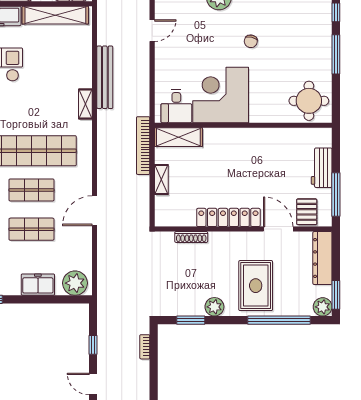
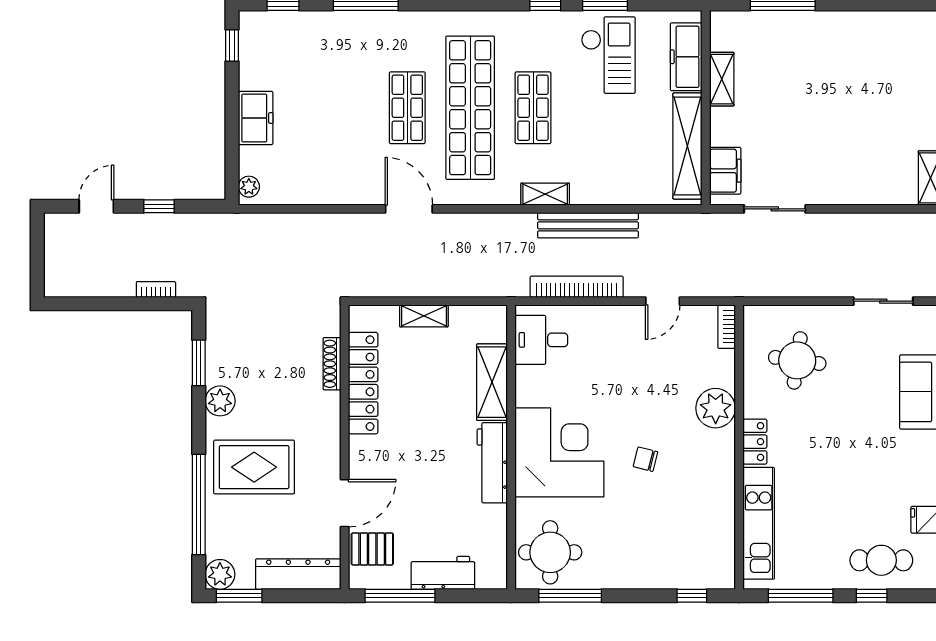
door: (152, 31) -> (663, 301), hinge flipped
window: (336, 54) -> (570, 596), moved
corner desk: (221, 95) -> (559, 452), moved
shelving: (178, 137) -> (492, 382), moved
workbench: (253, 137) -> (492, 463), added
bookcase: (143, 146) -> (577, 287), moved
door: (95, 211) -> (409, 209), moved
locker: (228, 217) -> (363, 383), moved
shop shelf: (31, 229) -> (533, 108), moved
plant: (75, 283) -> (249, 187), width x0.53, depth x0.53

